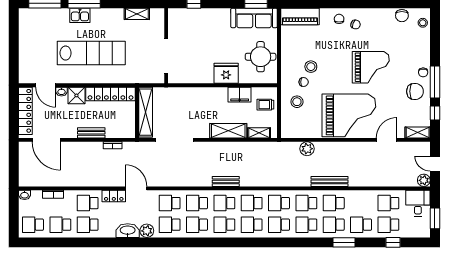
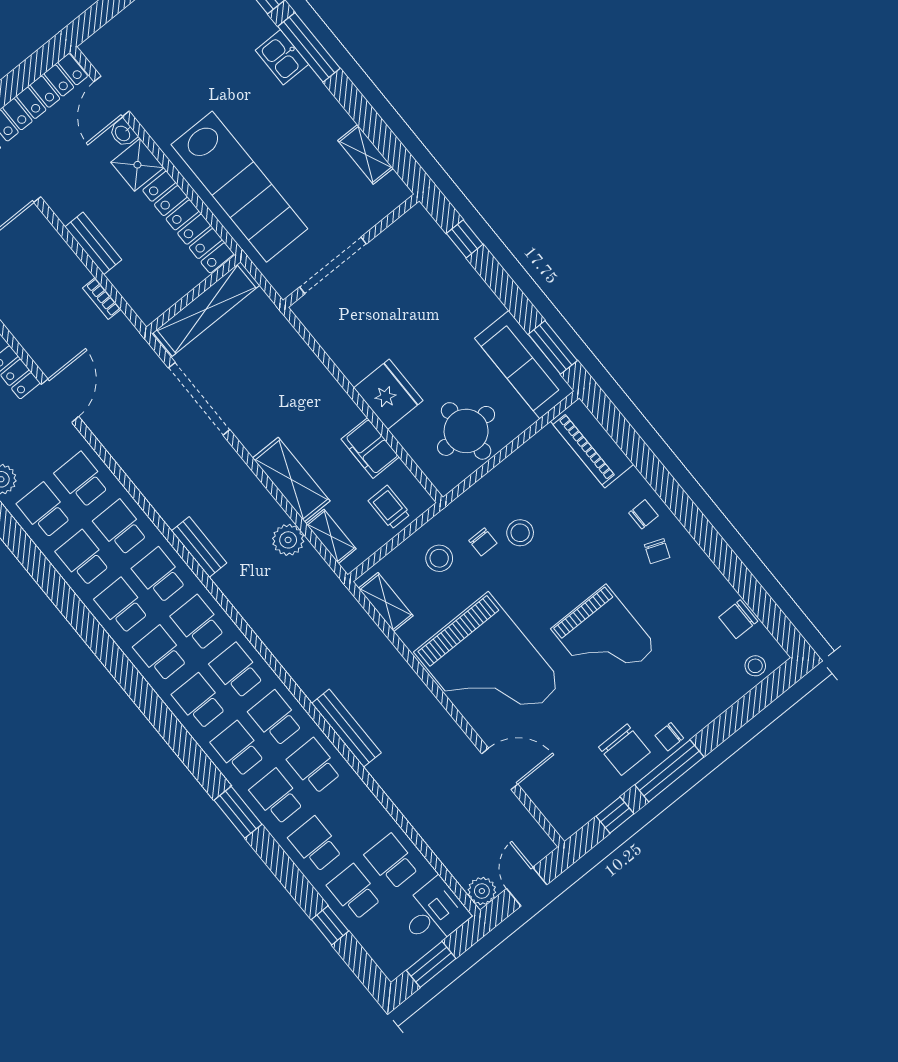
lab bench: (91, 53) -> (239, 187), moved
shelving: (418, 132) -> (386, 602), moved
plant: (307, 149) -> (288, 540), moved
window: (344, 242) -> (238, 812), moved

